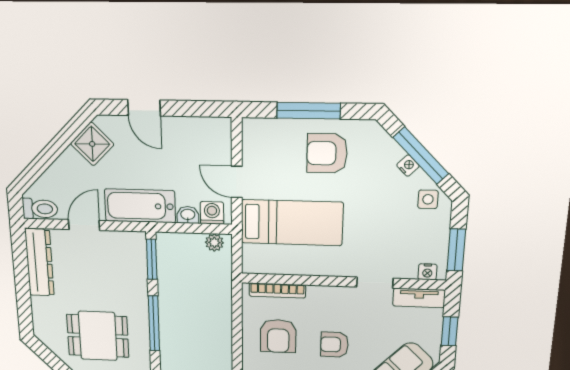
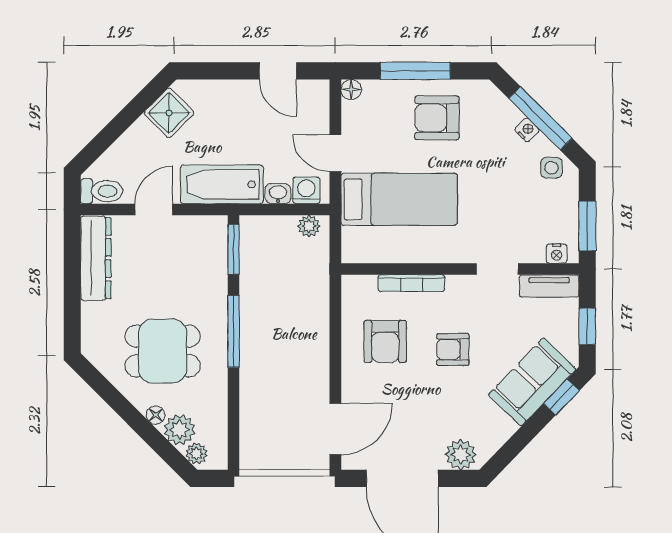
door: (144, 108) -> (278, 71), moved
floor lamp: (251, 126) -> (351, 90), added
bookcase: (277, 291) -> (411, 283), moved

